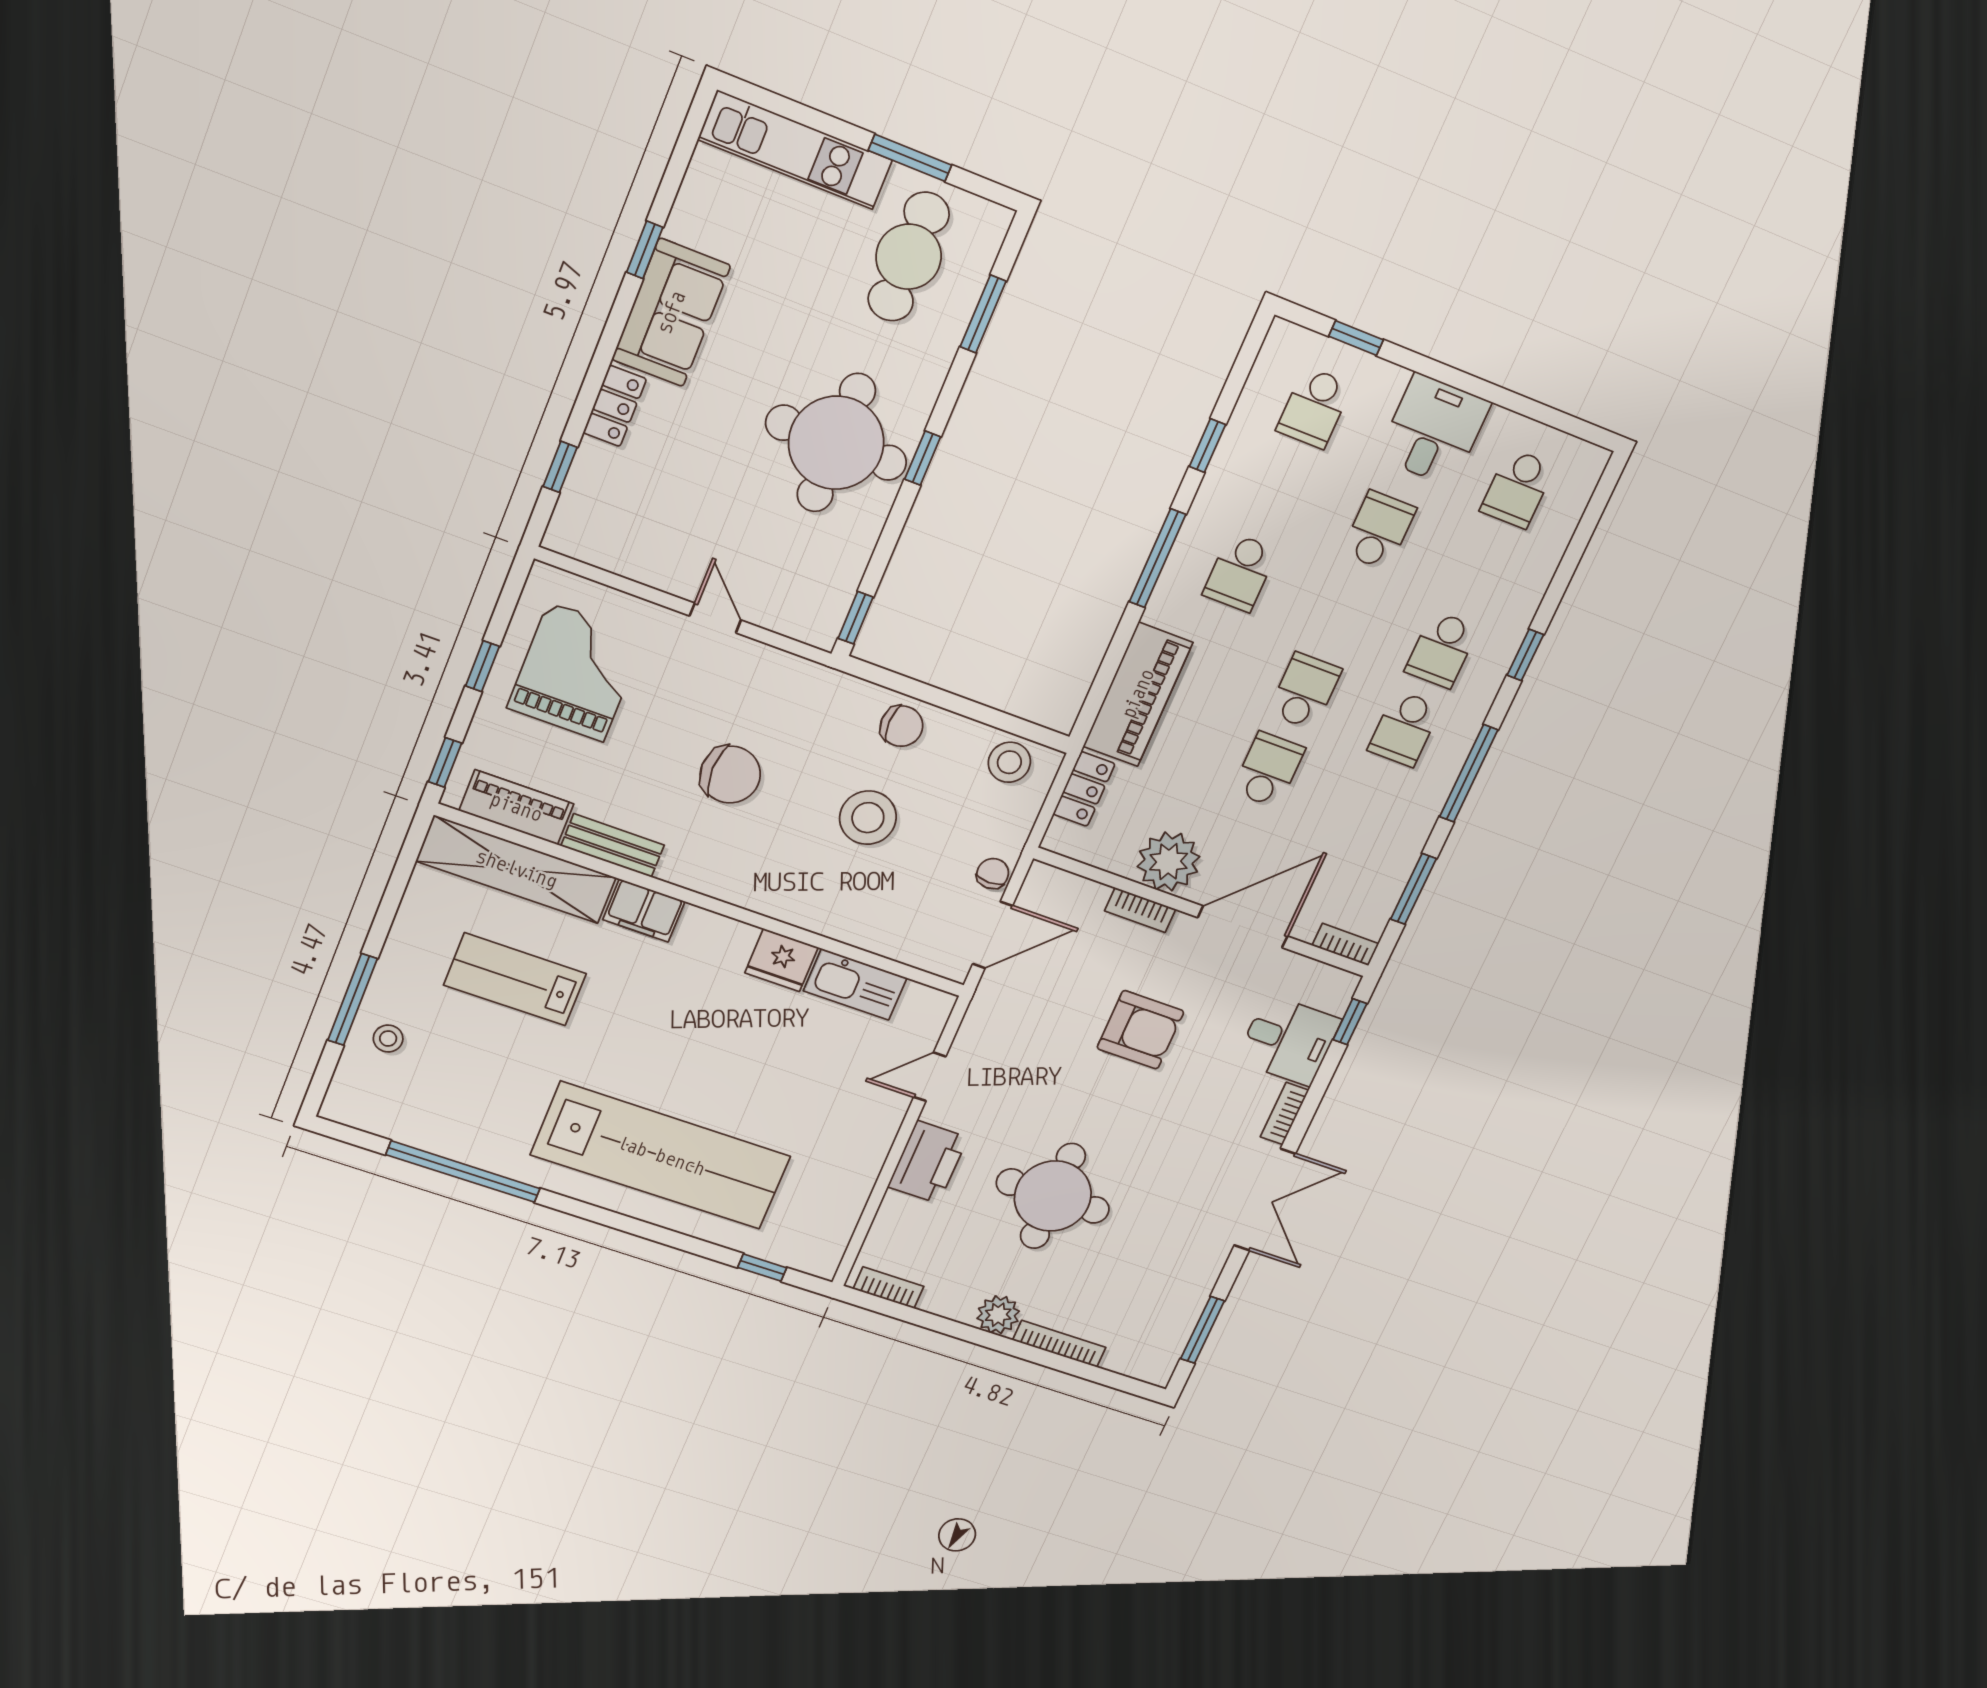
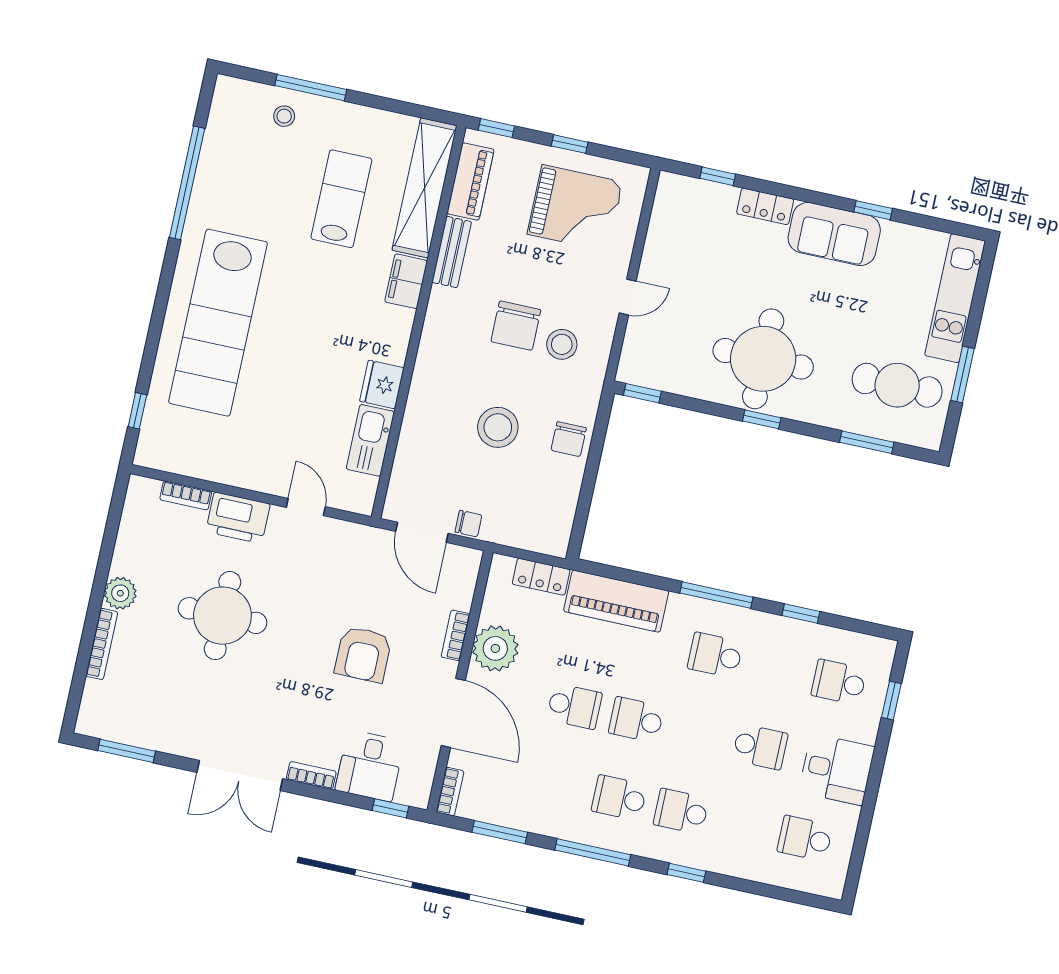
school desk: (1305, 691) -> (636, 720), turned 180
stool: (1009, 762) -> (562, 344), moved
bookcase: (888, 1288) -> (186, 495), moved, turned 90

